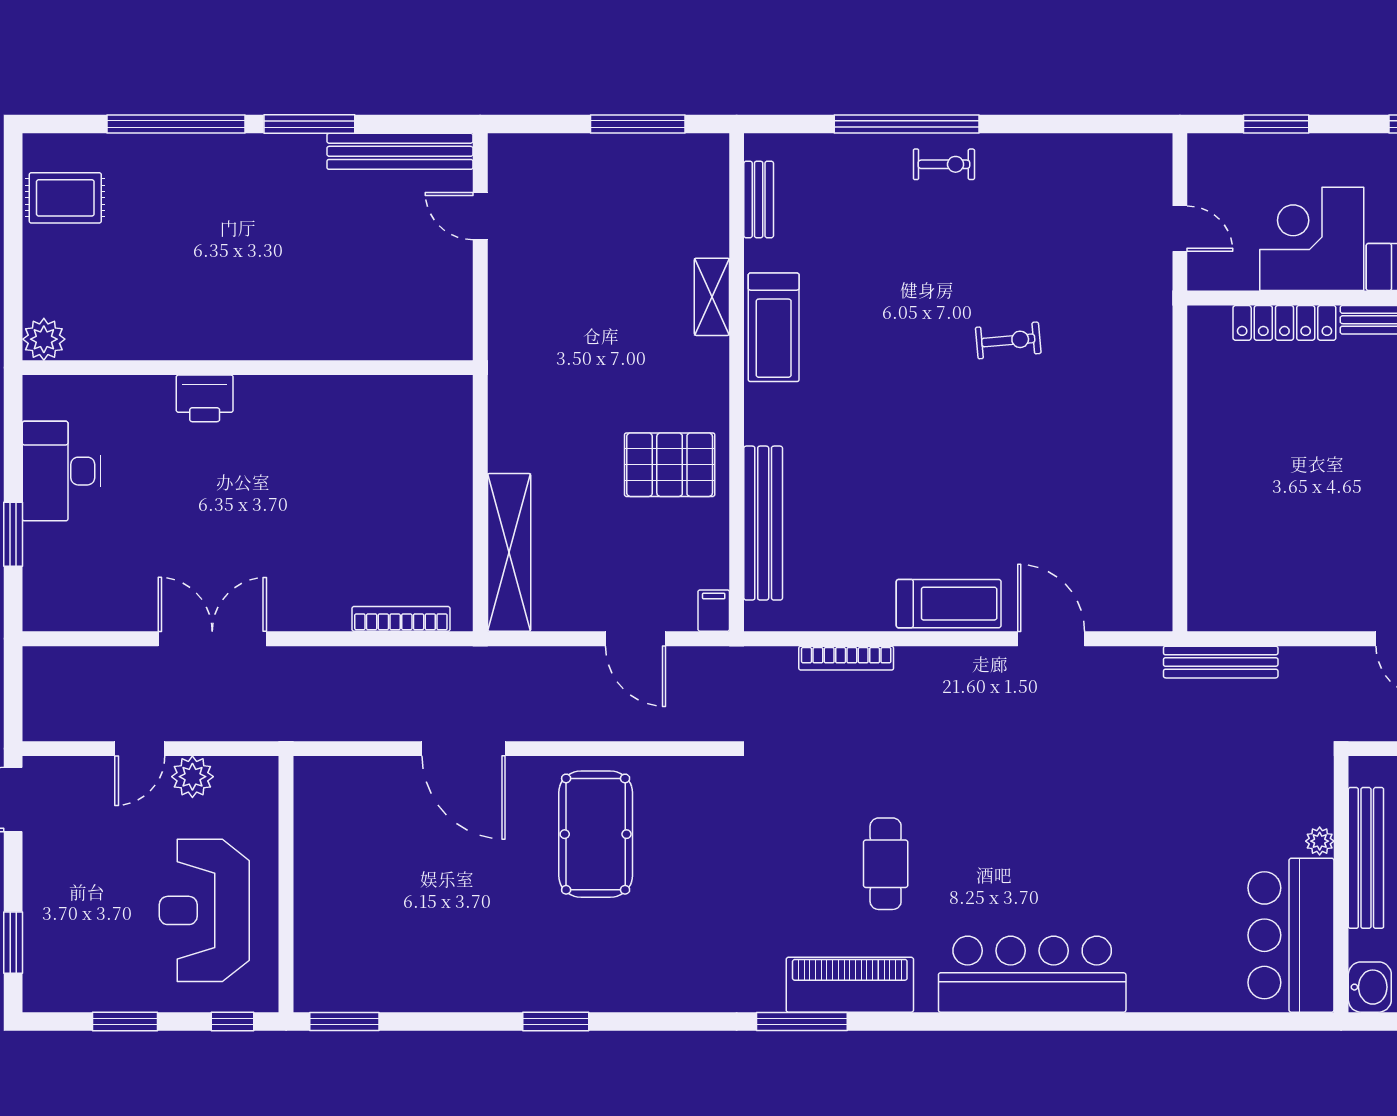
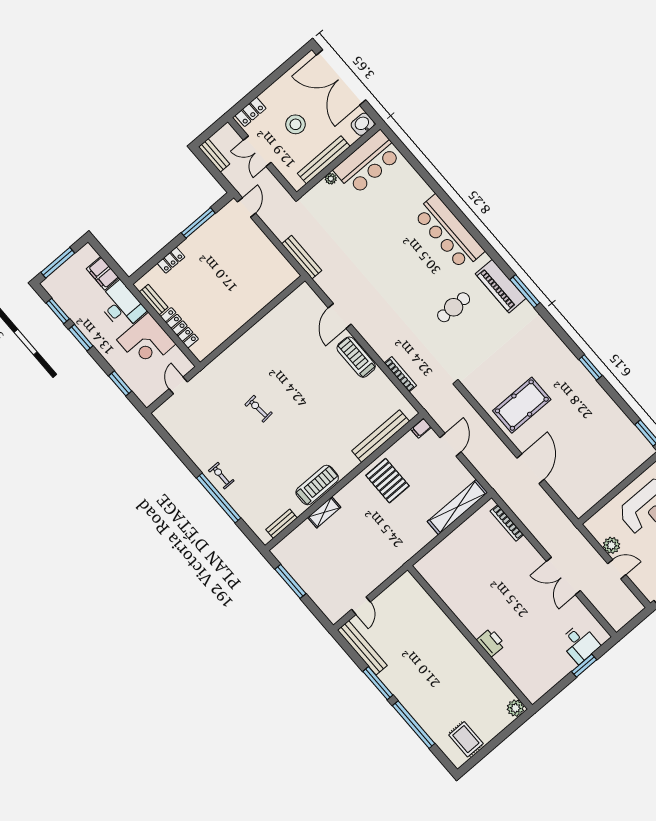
desk: (62, 471) -> (580, 643), moved, width x0.73

